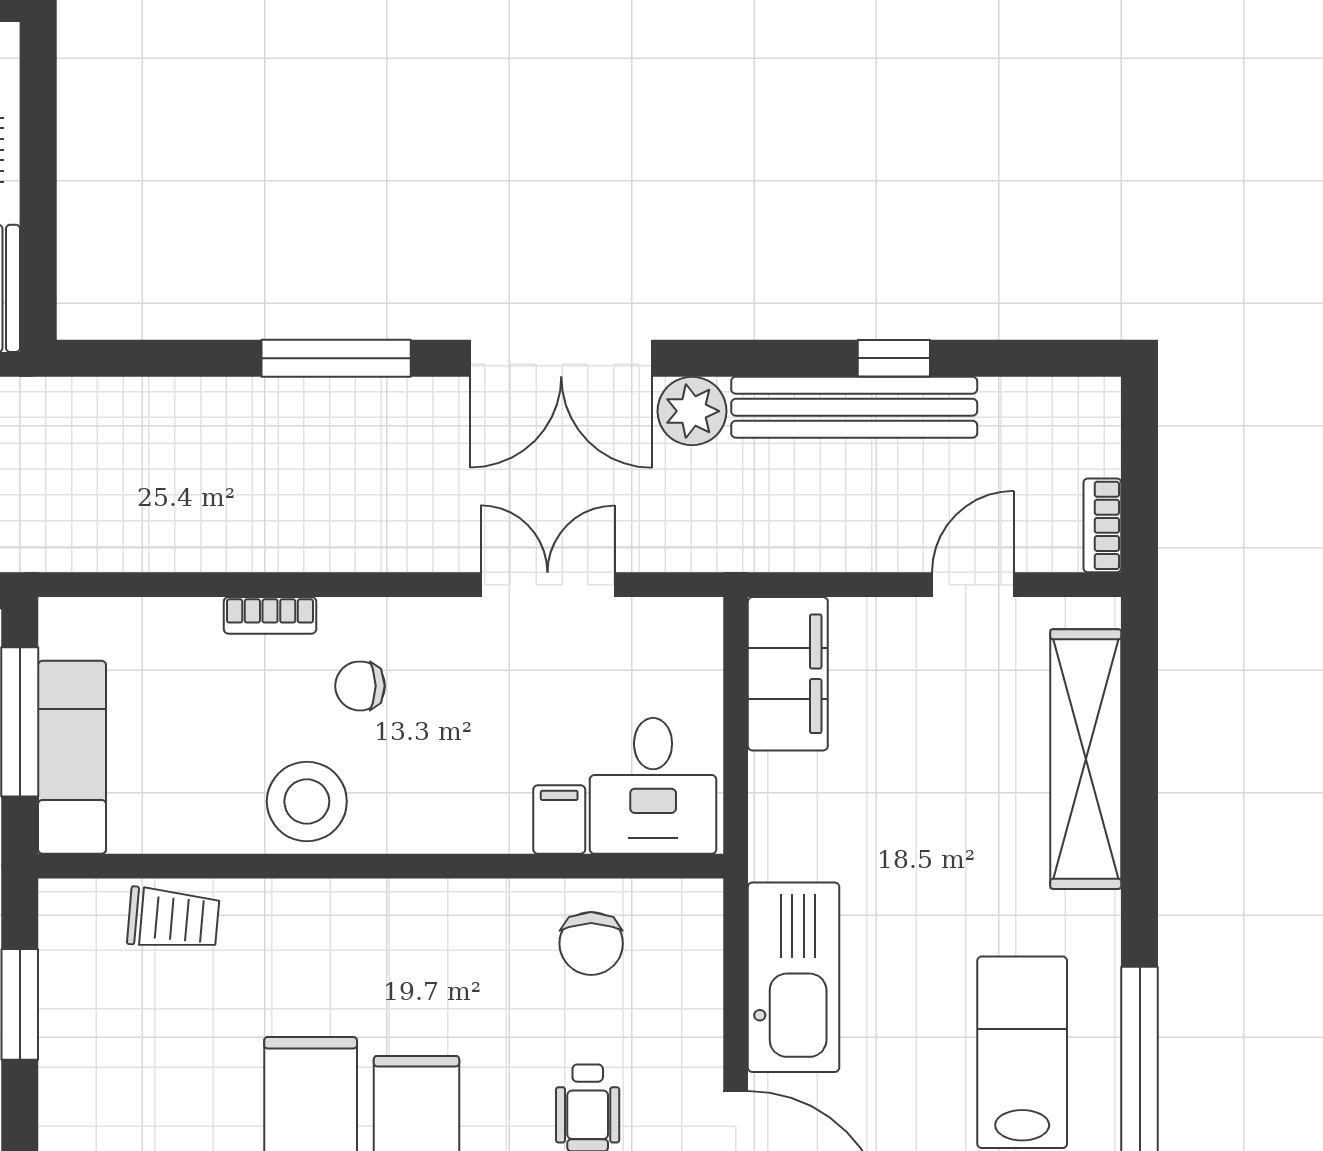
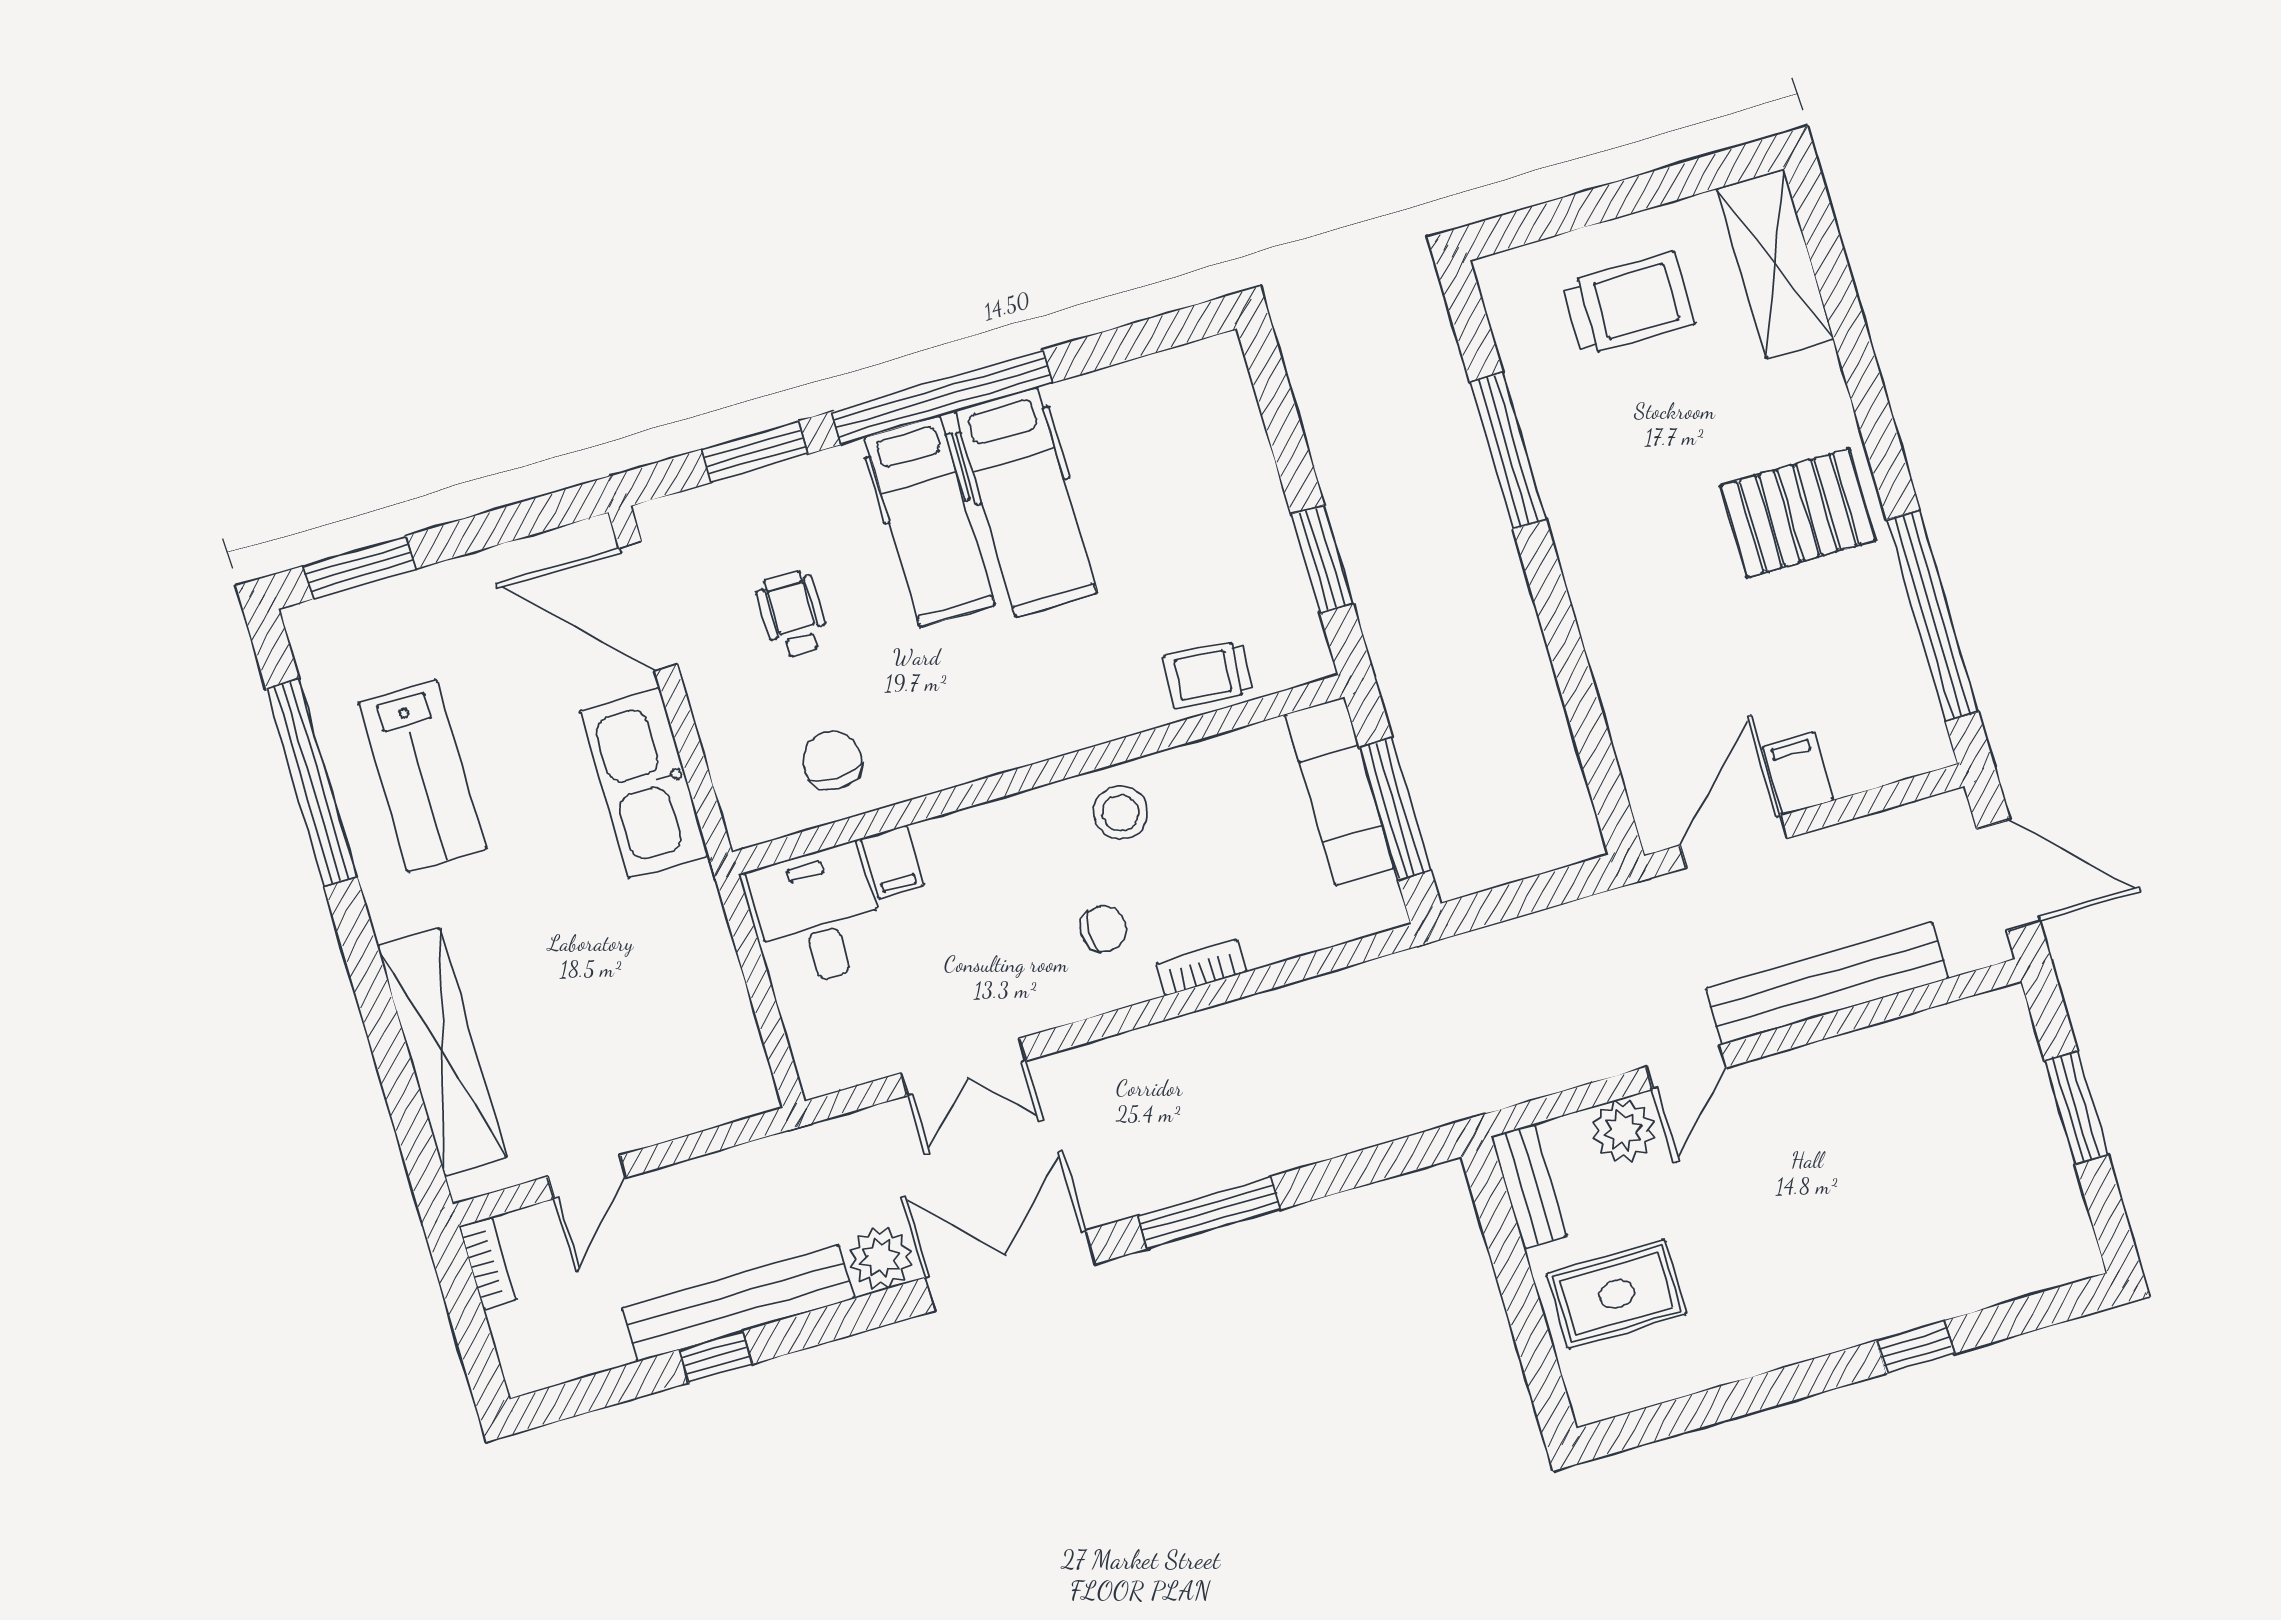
filing cabinet: (788, 674) -> (728, 1050), removed
stool: (307, 801) -> (1120, 813), width x0.73, depth x0.73

